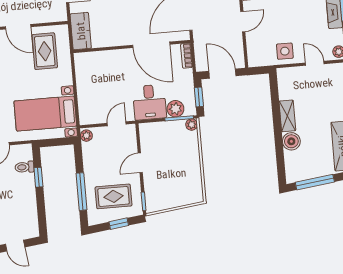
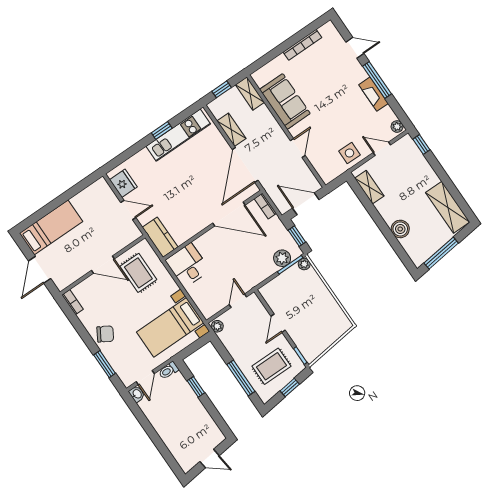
desk: (149, 102) -> (188, 265), moved, turned 180
shelving: (287, 116) -> (369, 187), moved
toilet: (24, 167) -> (169, 370), moved

